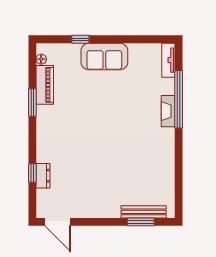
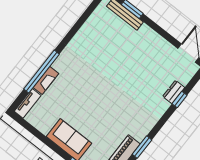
fireplace: (168, 111) -> (46, 80), moved

